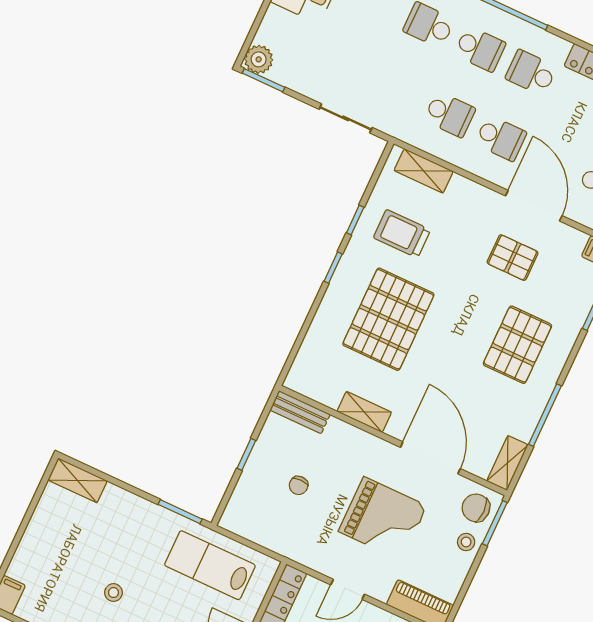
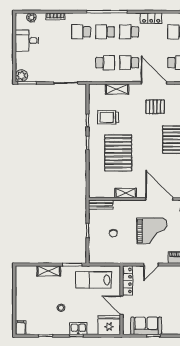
school desk: (480, 49) -> (105, 32), turned 180
school desk: (501, 138) -> (129, 63), turned 180
shelving: (424, 171) -> (117, 89), moved
shelving: (78, 480) -> (49, 271), moved

